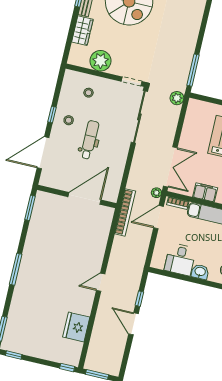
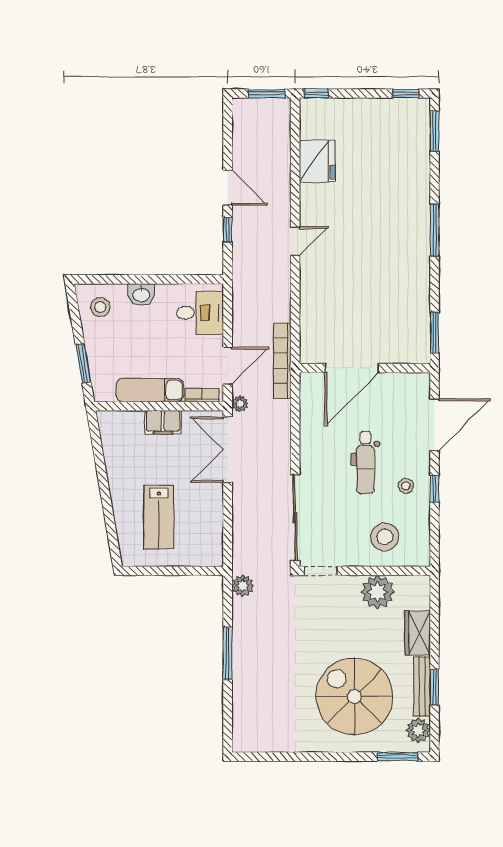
window: (193, 70) -> (228, 653), moved
stool: (89, 93) -> (385, 537), width x1.89, depth x1.89
plant: (177, 98) -> (243, 586), moved
desk: (180, 259) -> (200, 313), moved, turned 90

